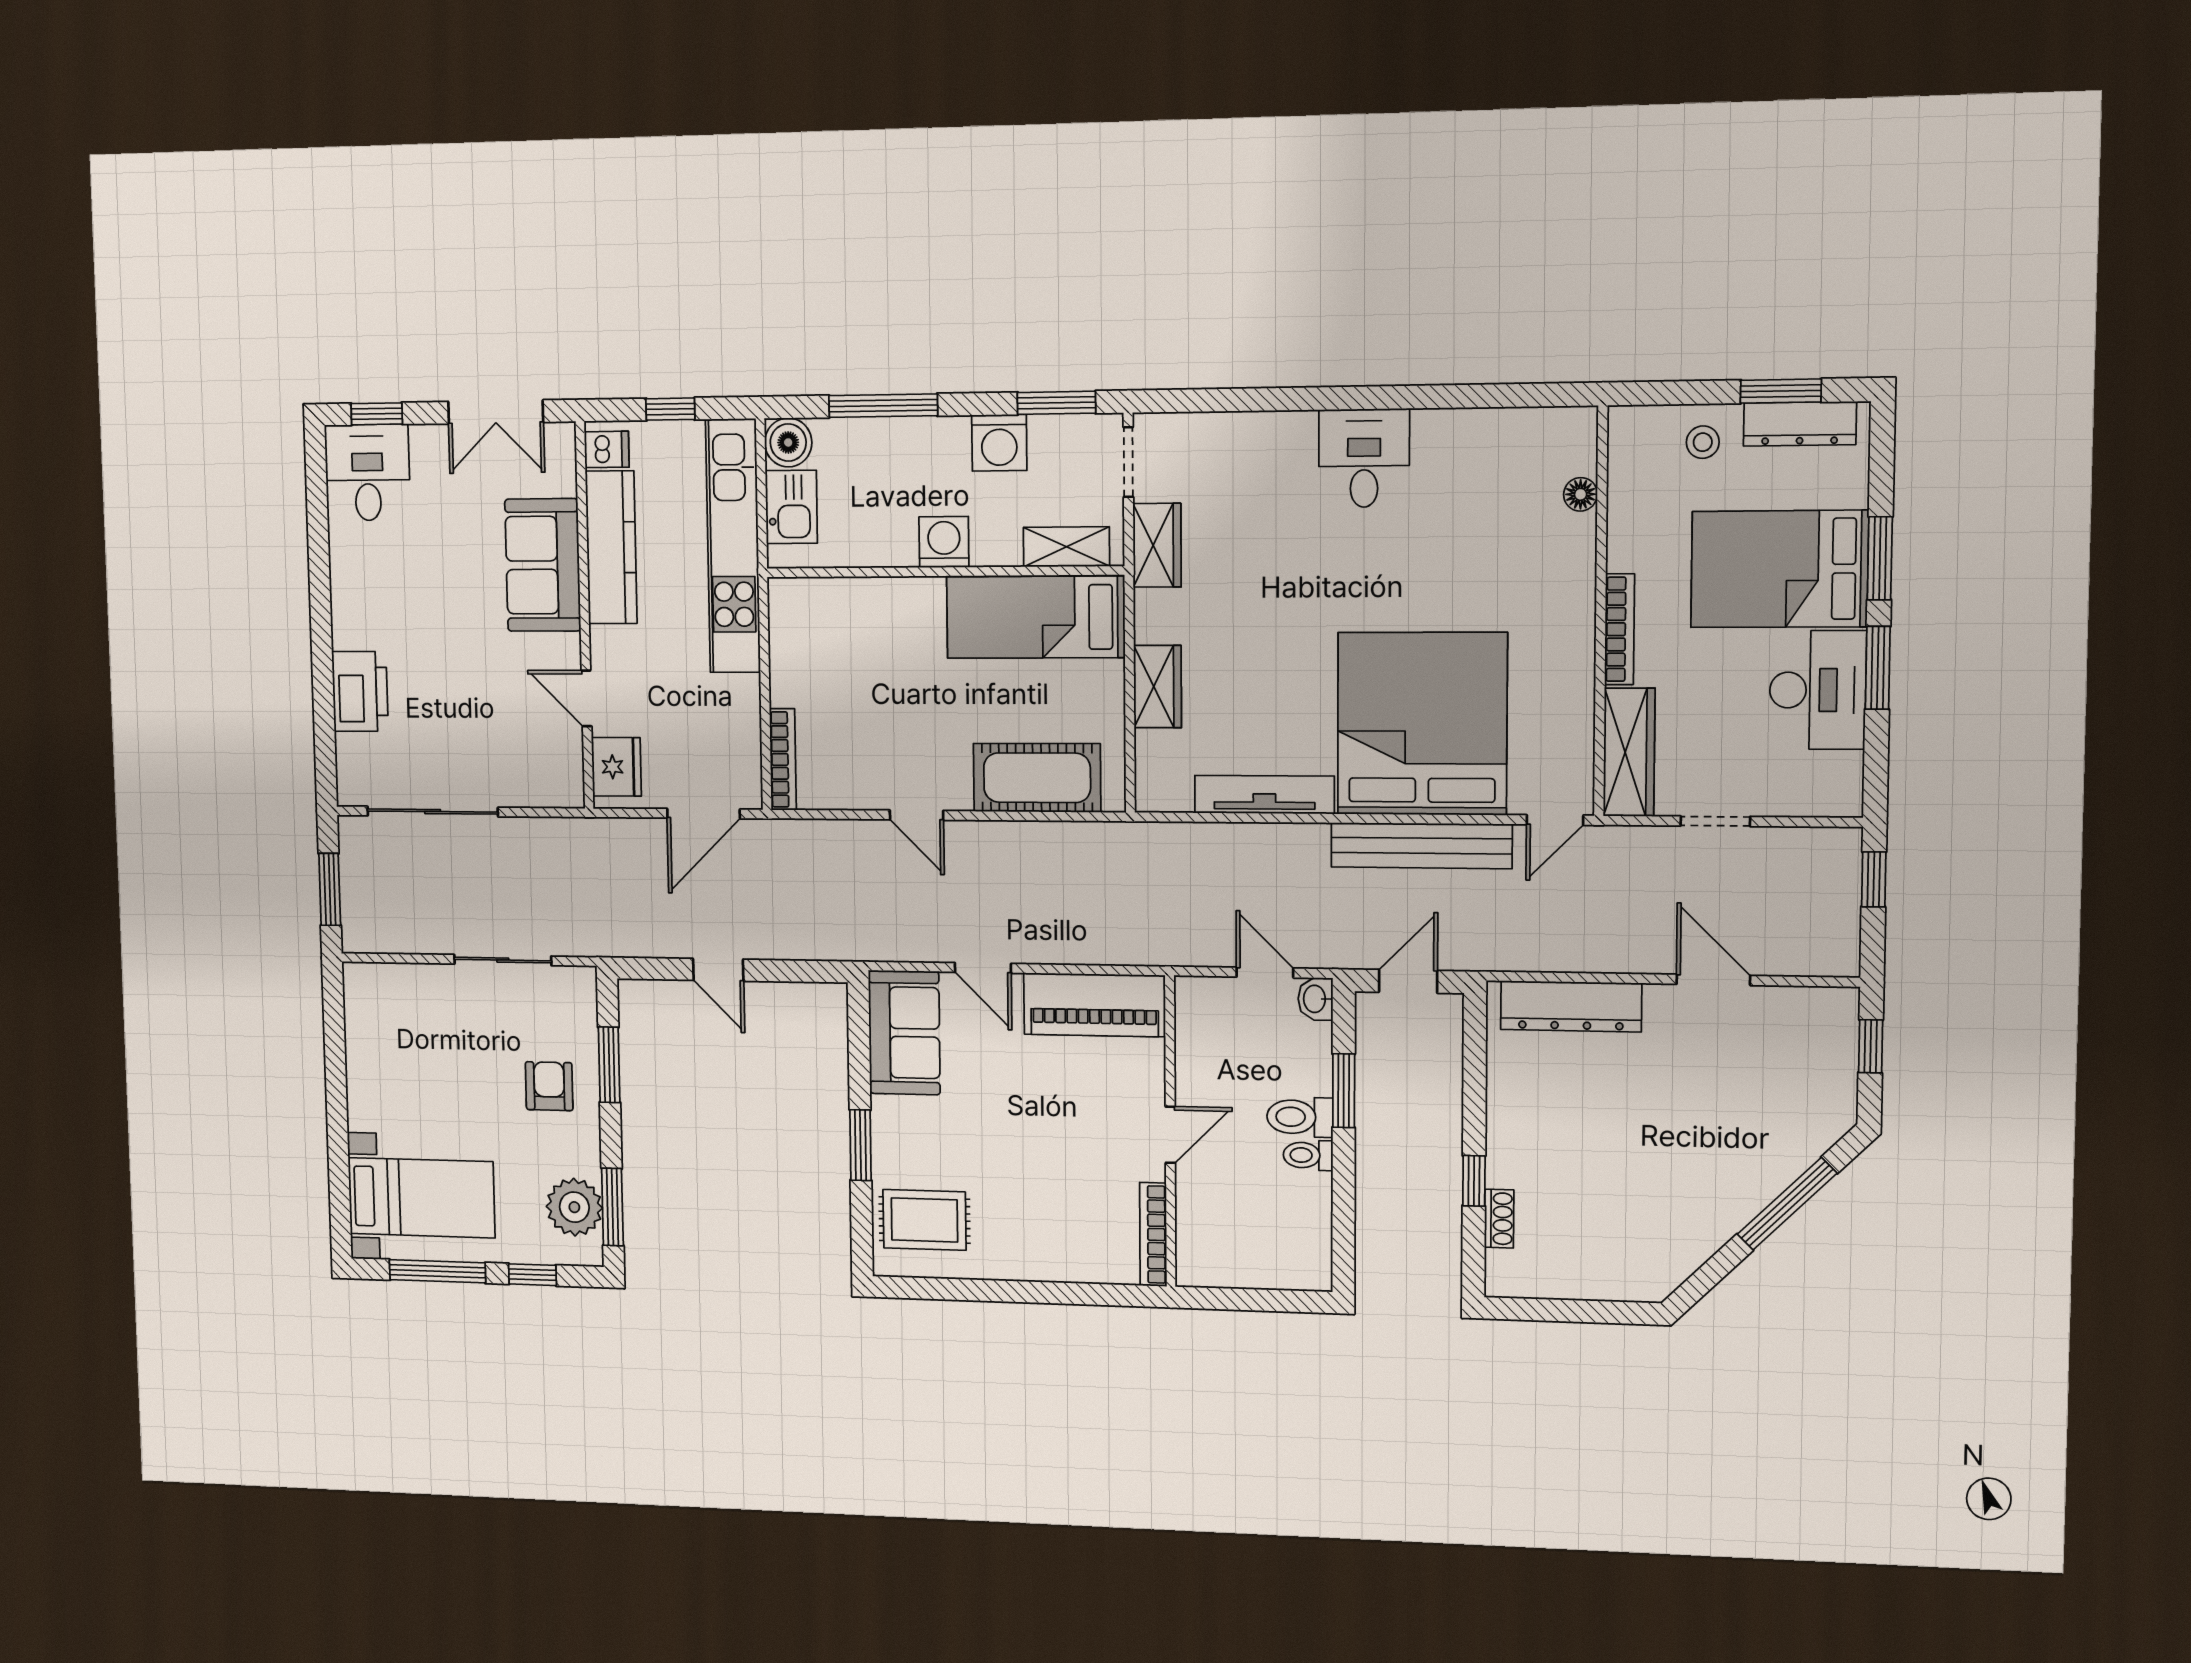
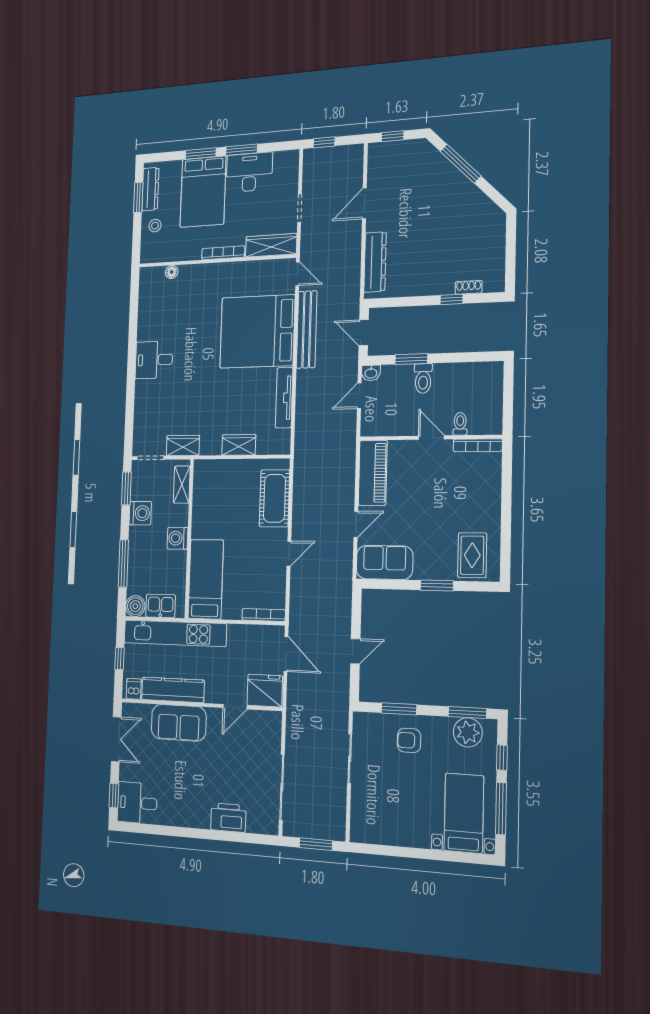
bed: (1036, 617) -> (206, 579), moved, turned 180
fridge: (616, 767) -> (265, 691), width x1.36, depth x1.34
toilet: (1308, 1155) -> (460, 424), moved, turned 180

